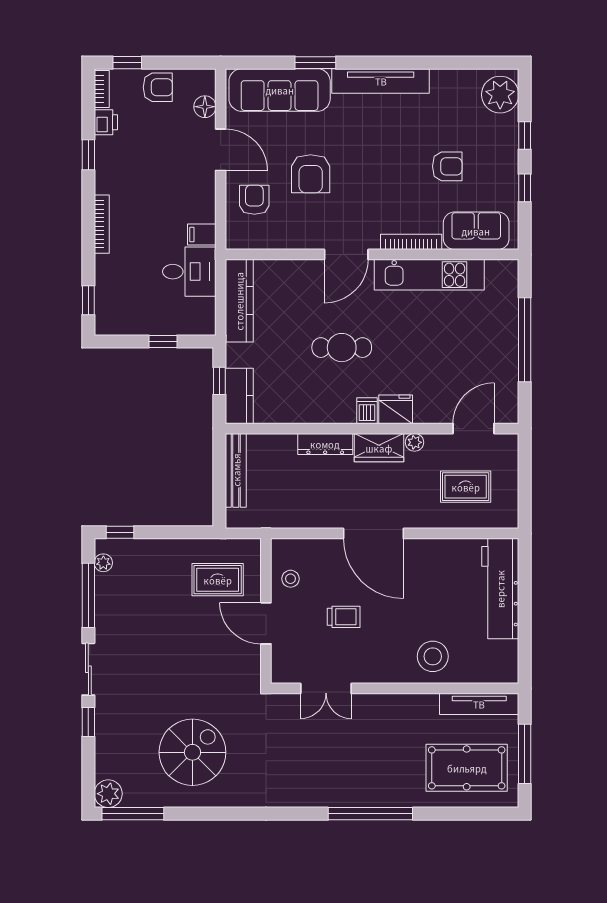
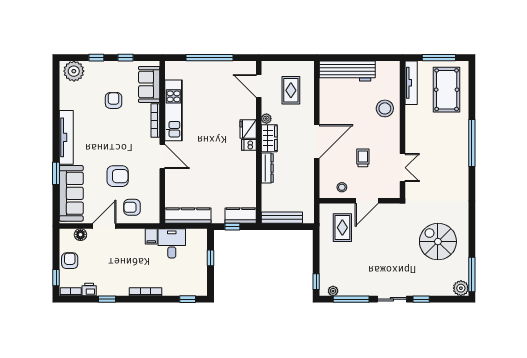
cafe table: (342, 348) -> (214, 159), removed

